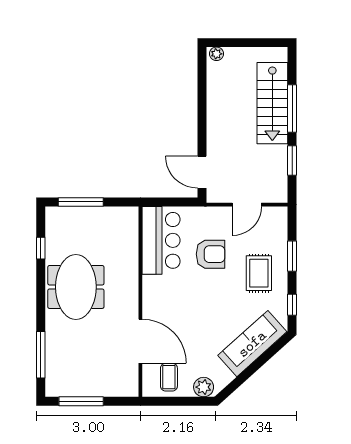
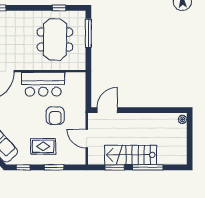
stairs: (272, 103) -> (131, 155), moved
bar counter: (161, 240) -> (43, 84), moved
meeting table: (76, 287) -> (55, 40), moved, turned 90

